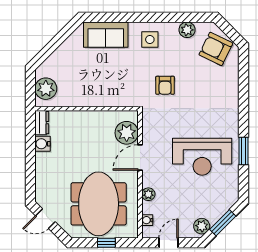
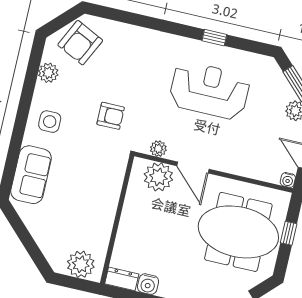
window: (244, 151) -> (214, 38), width x0.67
reception desk: (202, 157) -> (209, 90), turned -90
plant: (148, 194) -> (158, 149), moved
water cooler: (147, 220) -> (288, 180), moved

